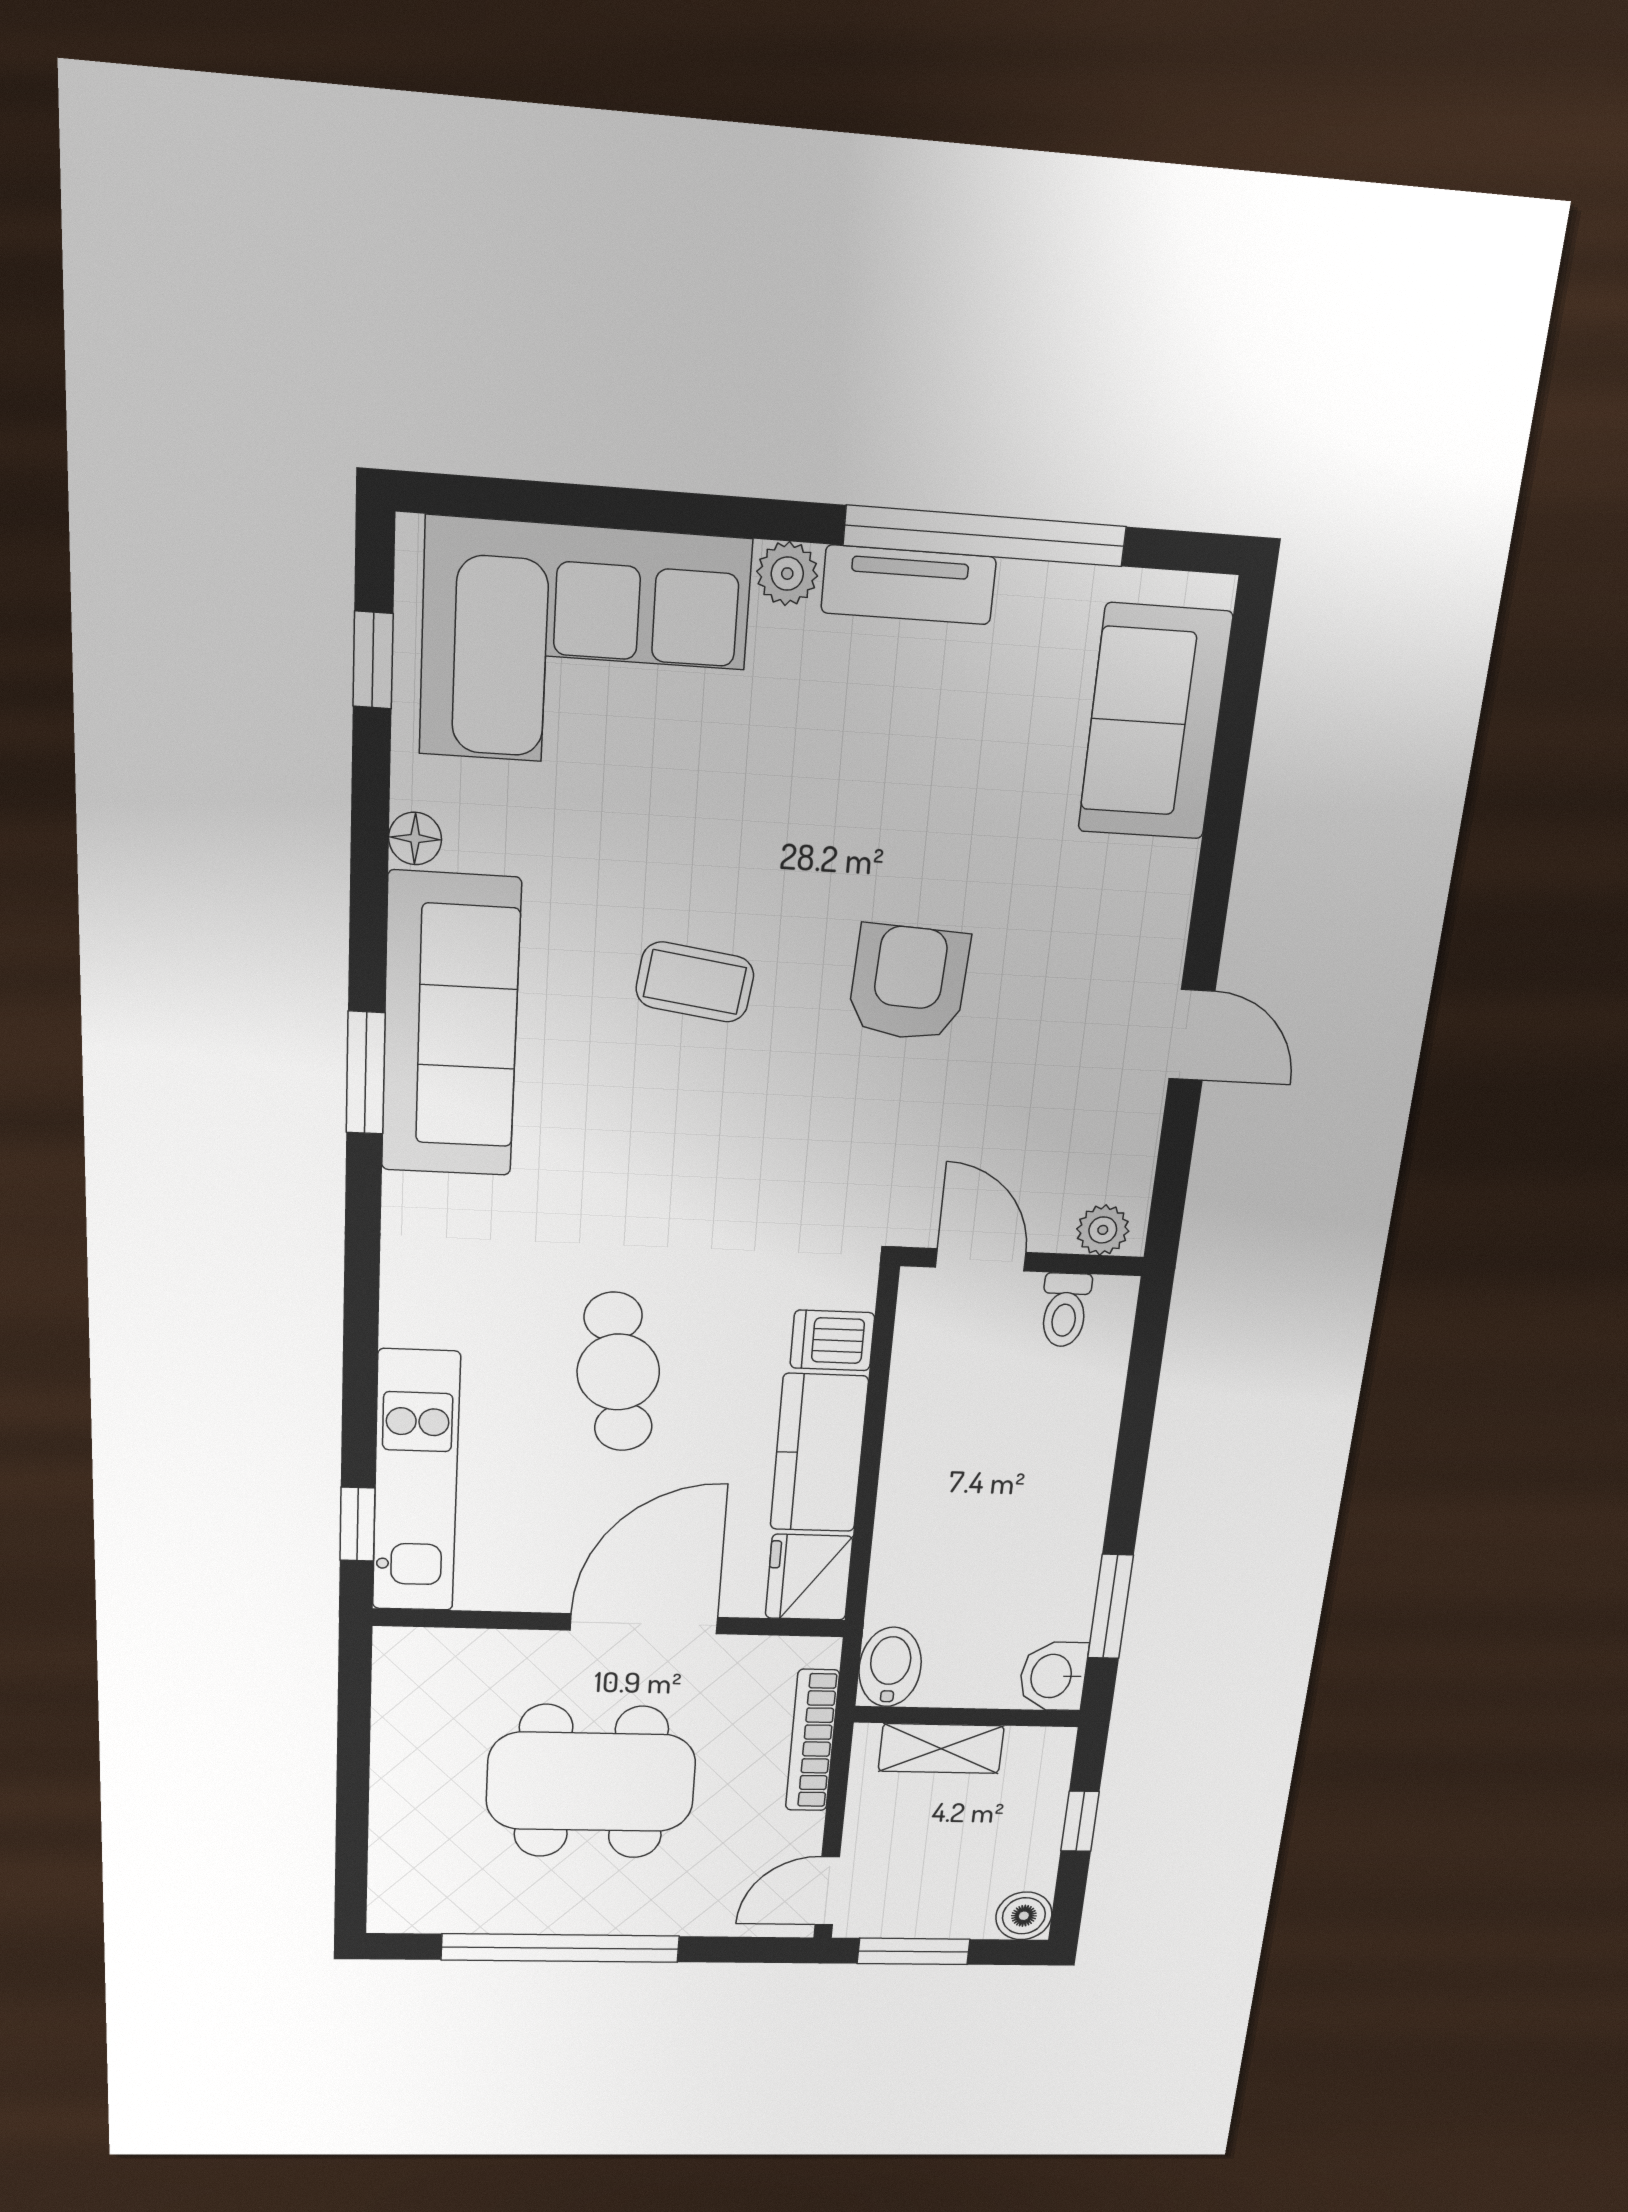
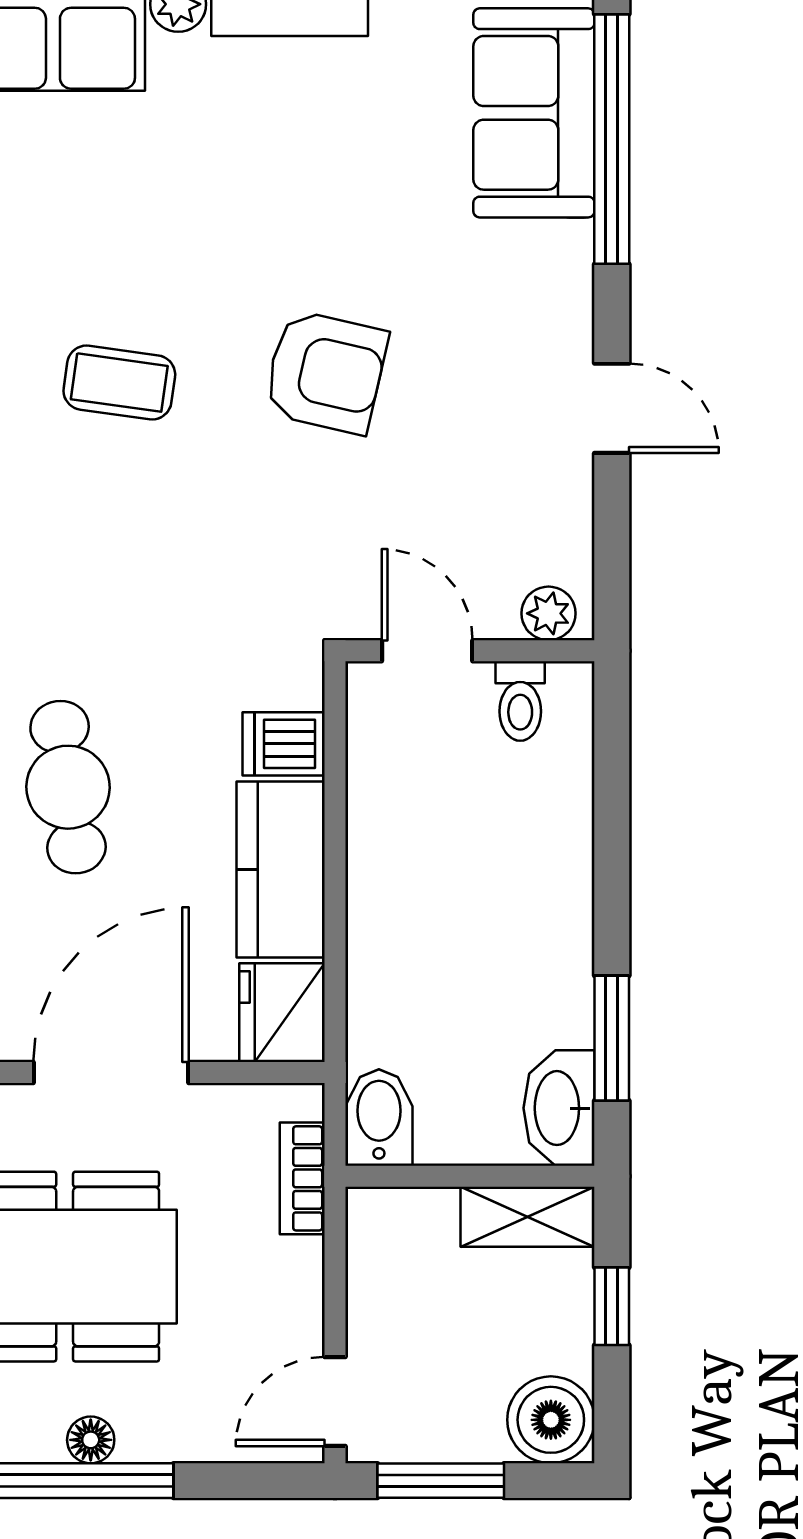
window: (1231, 757) -> (612, 139), added
armchair: (909, 983) -> (326, 372), turned 100
washbasin: (1053, 1676) -> (559, 1108), width x1.38
bookcase: (812, 1741) -> (302, 1178), width x0.64
shelving: (941, 1749) -> (527, 1217), moved
boiler: (1024, 1916) -> (551, 1420), width x1.36, depth x1.36
floor lamp: (607, 1918) -> (91, 1440), added

